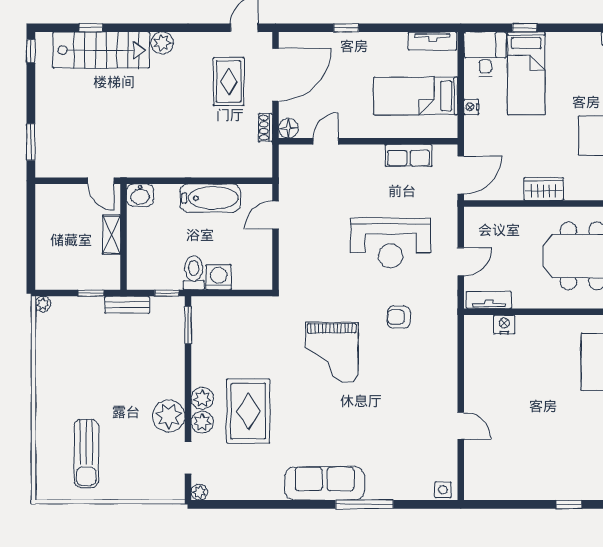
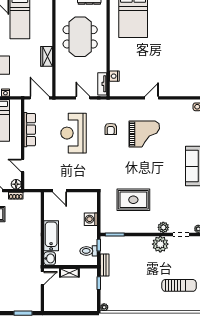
row of seats: (408, 155) -> (30, 130), width x1.48
bathtub: (210, 198) -> (51, 236), moved
reception desk: (391, 243) -> (74, 133), turned 180
toilet: (194, 273) -> (89, 251), moved
grand piano: (332, 352) -> (144, 134), moved
plant: (202, 398) -> (151, 227), removed
rug: (248, 411) -> (133, 200), moved
door: (461, 426) -> (152, 98), moved

